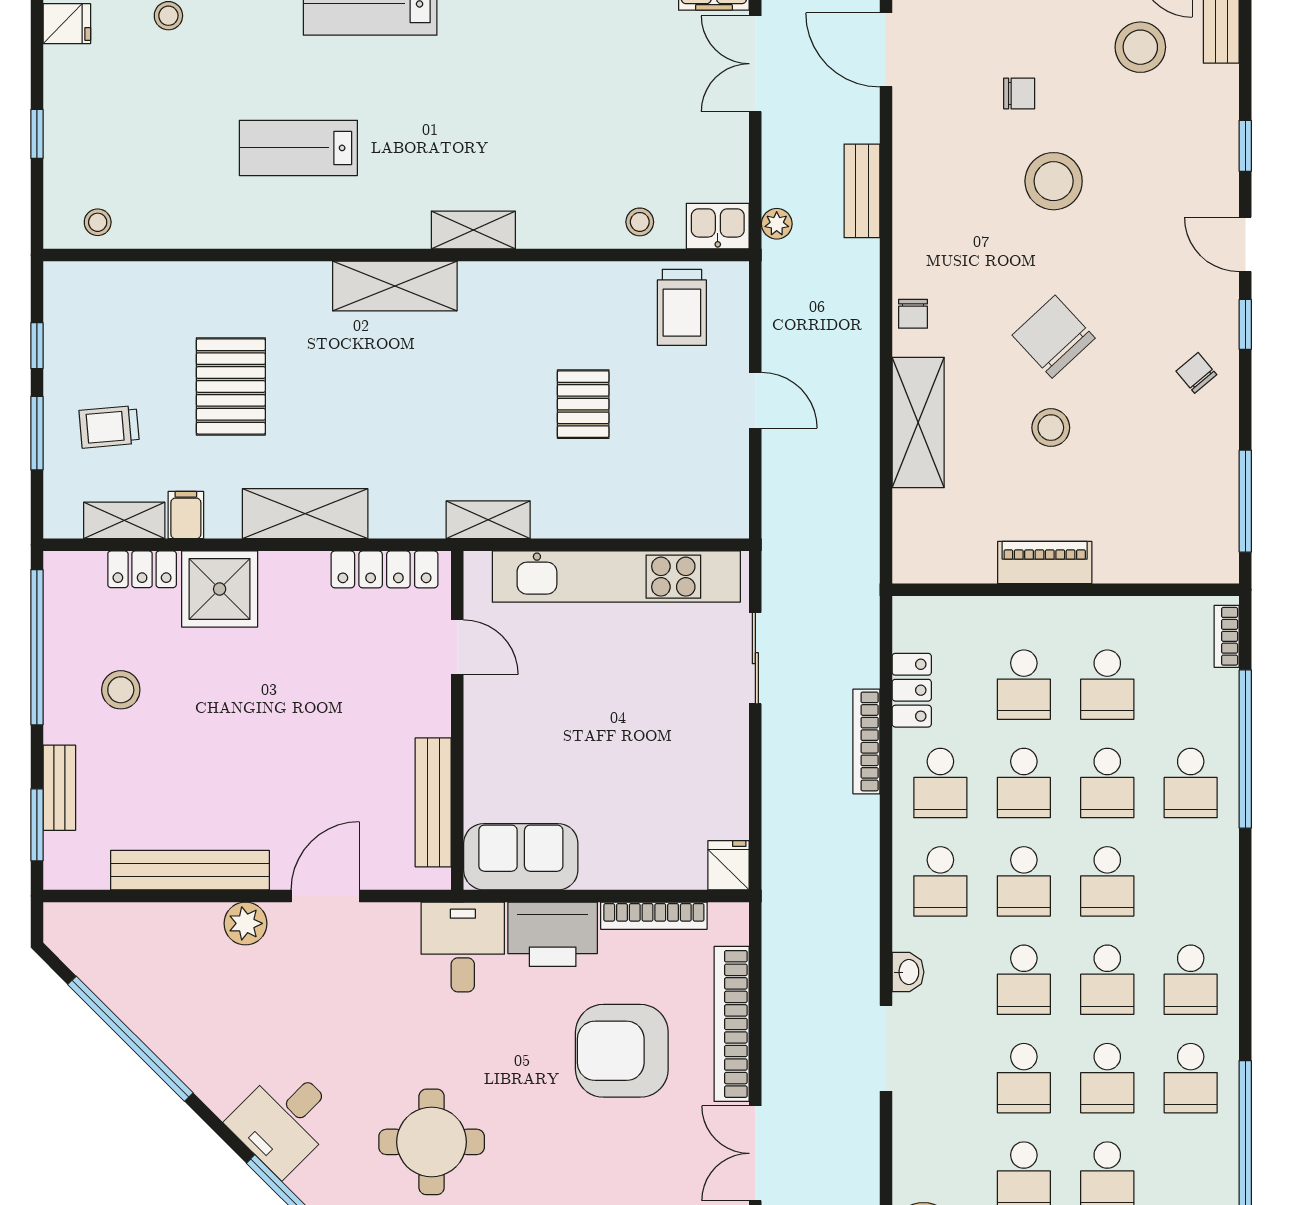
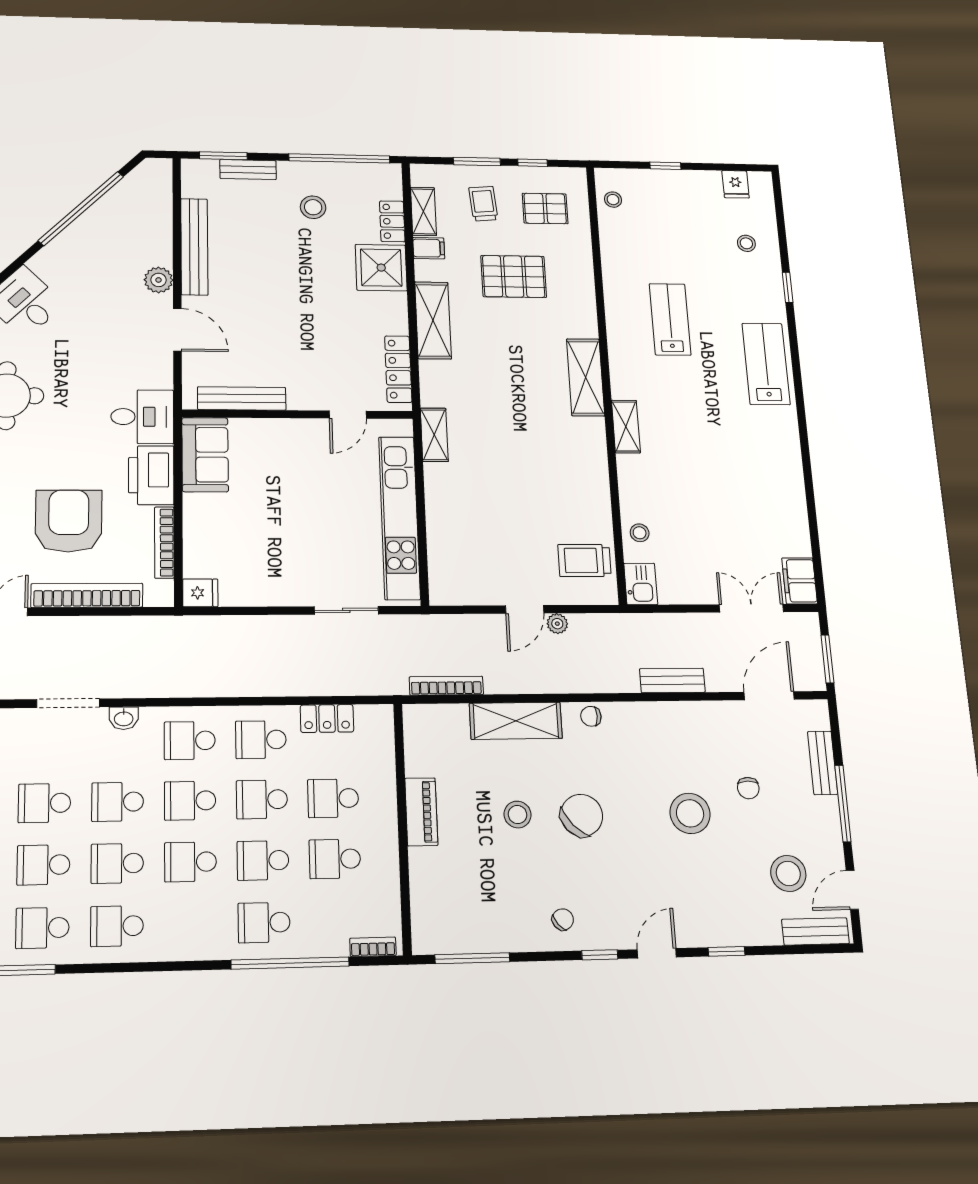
plant: (777, 224) -> (557, 624), moved
pallet: (583, 404) -> (545, 208), moved
bookcase: (866, 741) -> (446, 686), moved

